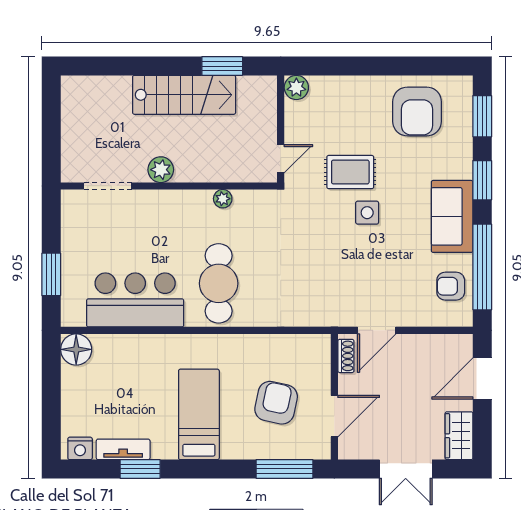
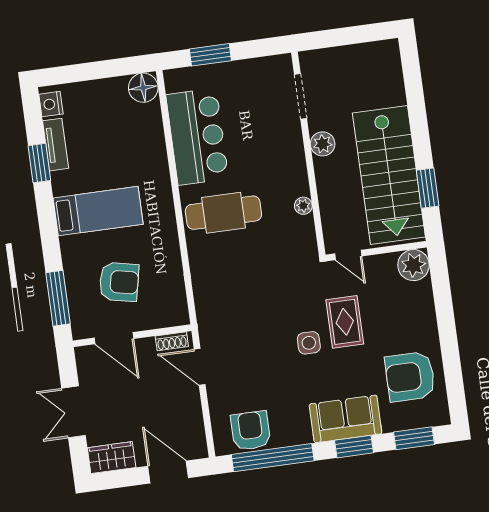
plant: (296, 87) -> (413, 265), width x1.36, depth x1.36
stairs: (184, 95) -> (389, 175), width x1.36, depth x1.51
sofa: (452, 216) -> (346, 419), moved
armchair: (451, 286) -> (251, 431), width x1.38, depth x1.38

